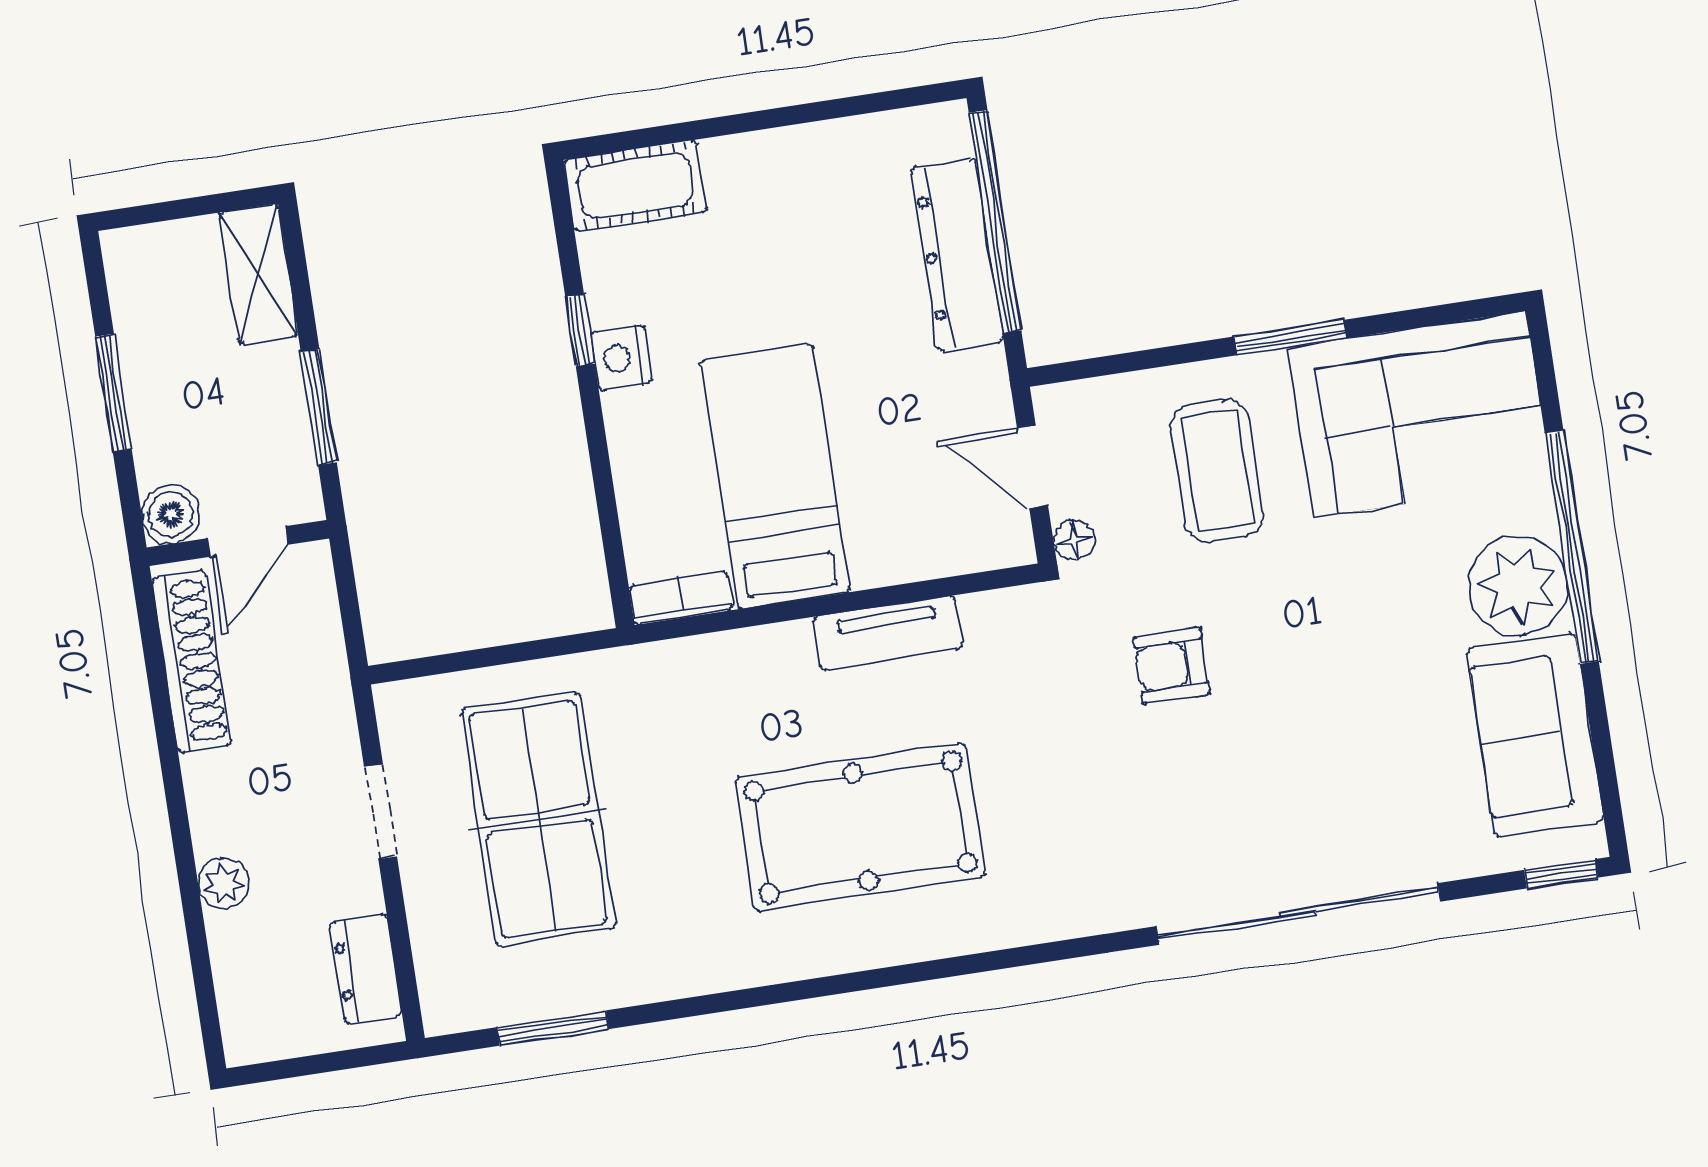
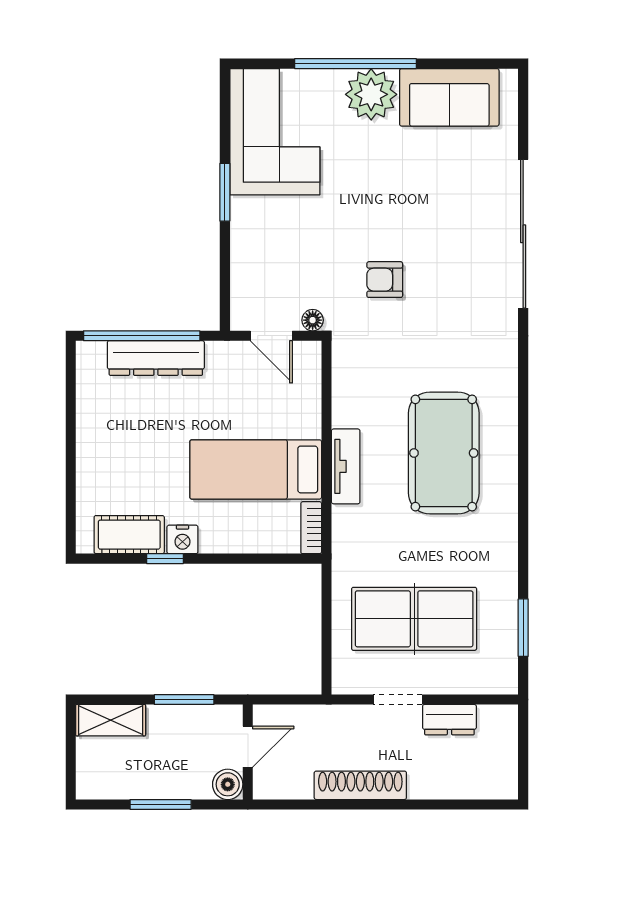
cot: (635, 186) -> (129, 535), moved, turned 90
door: (1033, 467) -> (271, 336), hinge flipped
coffee table: (1217, 471) -> (288, 241), removed
door: (248, 541) -> (248, 747), hinge flipped
tv unit: (888, 633) -> (346, 466), moved
shoe rack: (192, 661) -> (360, 785), moved
armchair: (1172, 665) -> (385, 280), turned 90
window: (1561, 874) -> (523, 95), removed
plant: (224, 883) -> (422, 786), removed
dresser: (366, 969) -> (449, 720), moved

